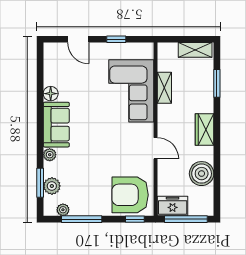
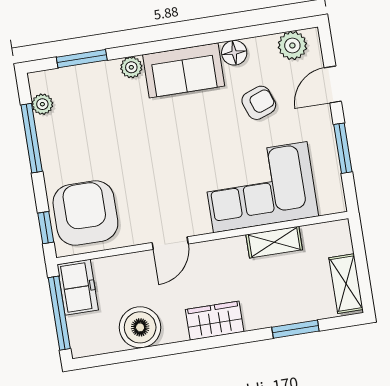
window: (116, 39) -> (343, 148), width x1.50
armchair: (82, 84) -> (259, 103), added
plant: (52, 186) -> (292, 45), moved

